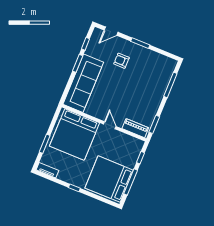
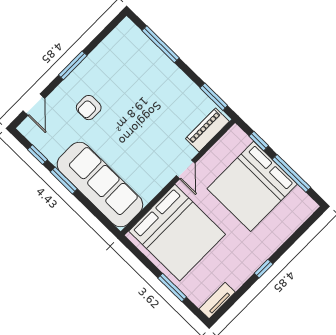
door: (110, 125) -> (186, 169), swing flipped
bed: (109, 179) -> (252, 186), moved

